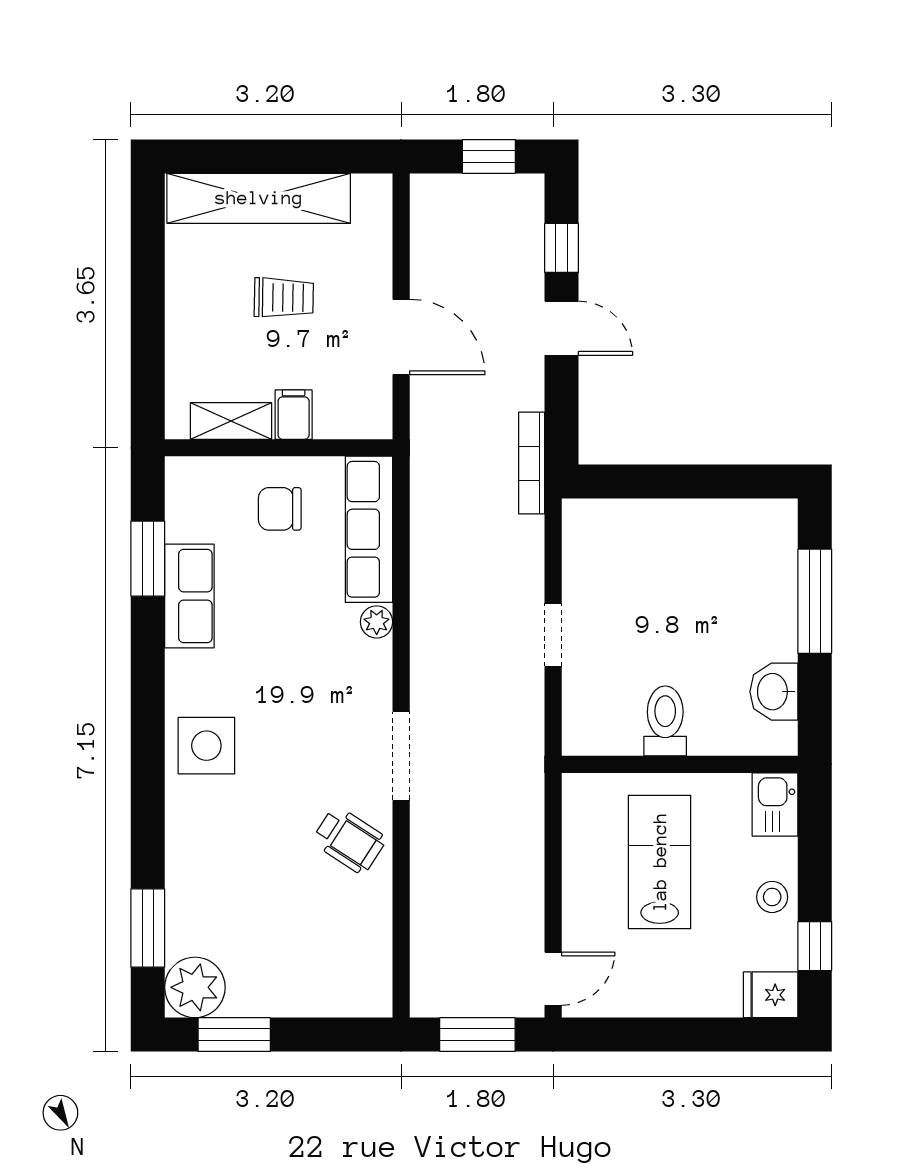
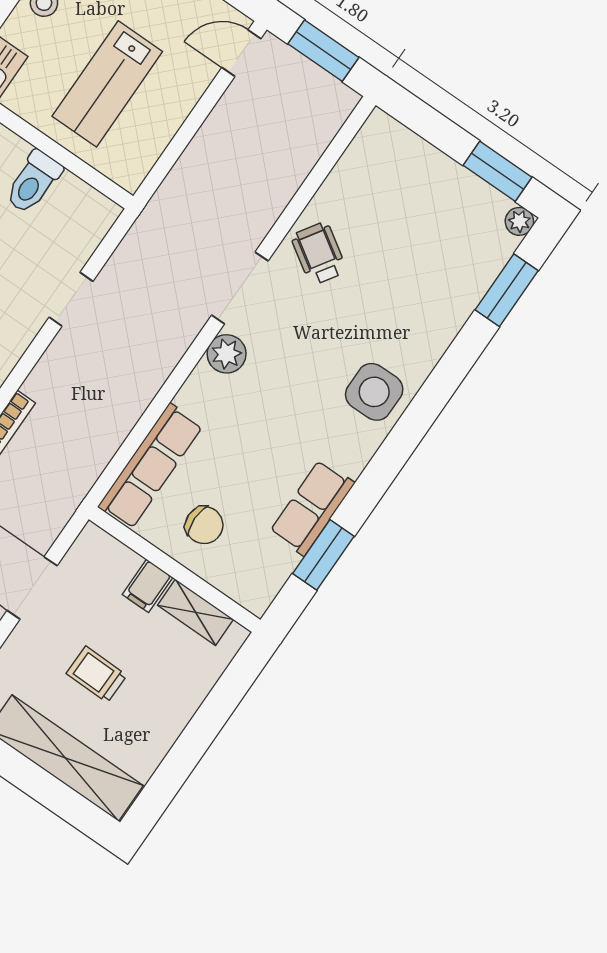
plant: (377, 622) -> (227, 354), moved, width x1.38, depth x1.38
plant: (195, 987) -> (519, 221), width x0.53, depth x0.53

